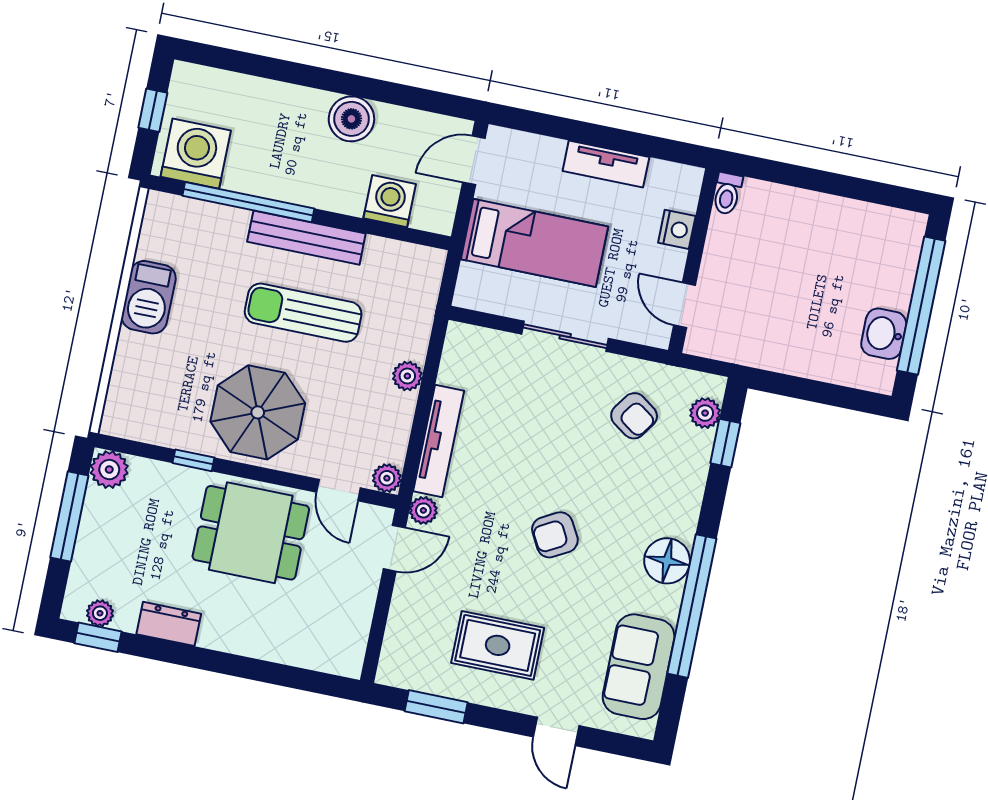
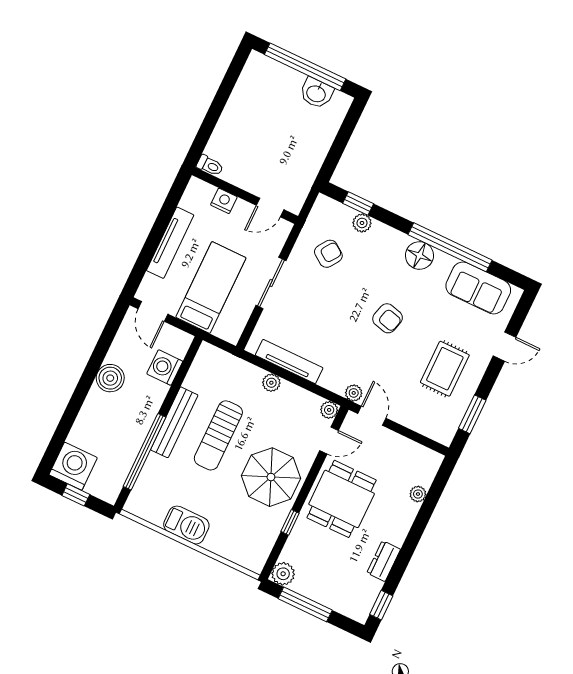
washing machine: (196, 154) -> (73, 466), moved, turned 90
tv unit: (606, 164) -> (170, 243), width x1.41
plant: (705, 413) -> (362, 223), moved
tv unit: (439, 441) -> (289, 362), moved
armchair: (555, 535) -> (388, 318), turned -46
plant: (100, 613) -> (418, 494), moved

